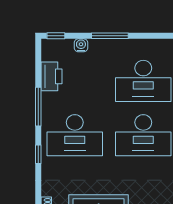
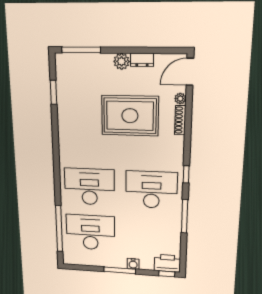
water cooler: (81, 45) -> (133, 264), moved
printer: (51, 76) -> (167, 263), moved, turned 90

